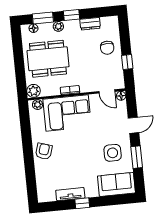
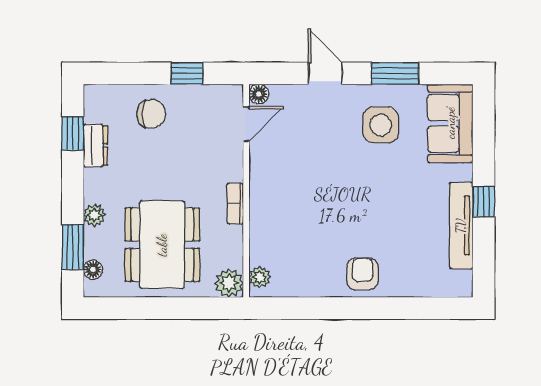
window: (72, 15) -> (73, 133), moved
corner sofa: (67, 113) -> (284, 215), removed
armchair: (44, 151) -> (362, 274), turned 72
tv unit: (70, 194) -> (461, 226), width x1.41

